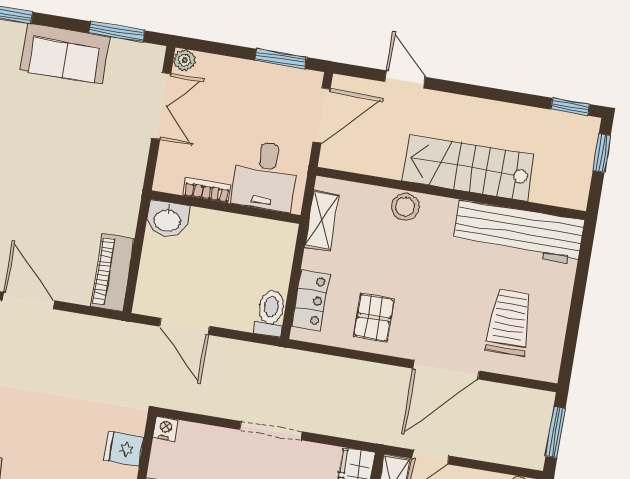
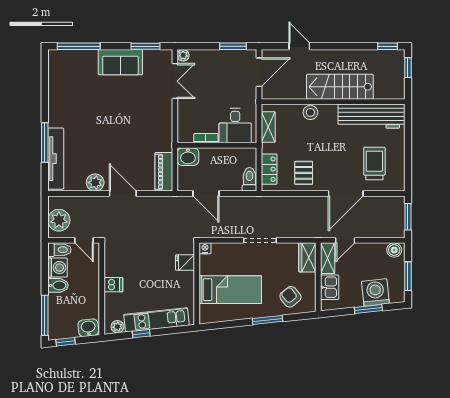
desk: (266, 176) -> (235, 126), moved
bookcase: (207, 190) -> (206, 138), moved
wall: (225, 207) -> (217, 145), moved
washbasin: (167, 219) -> (188, 157), moved

